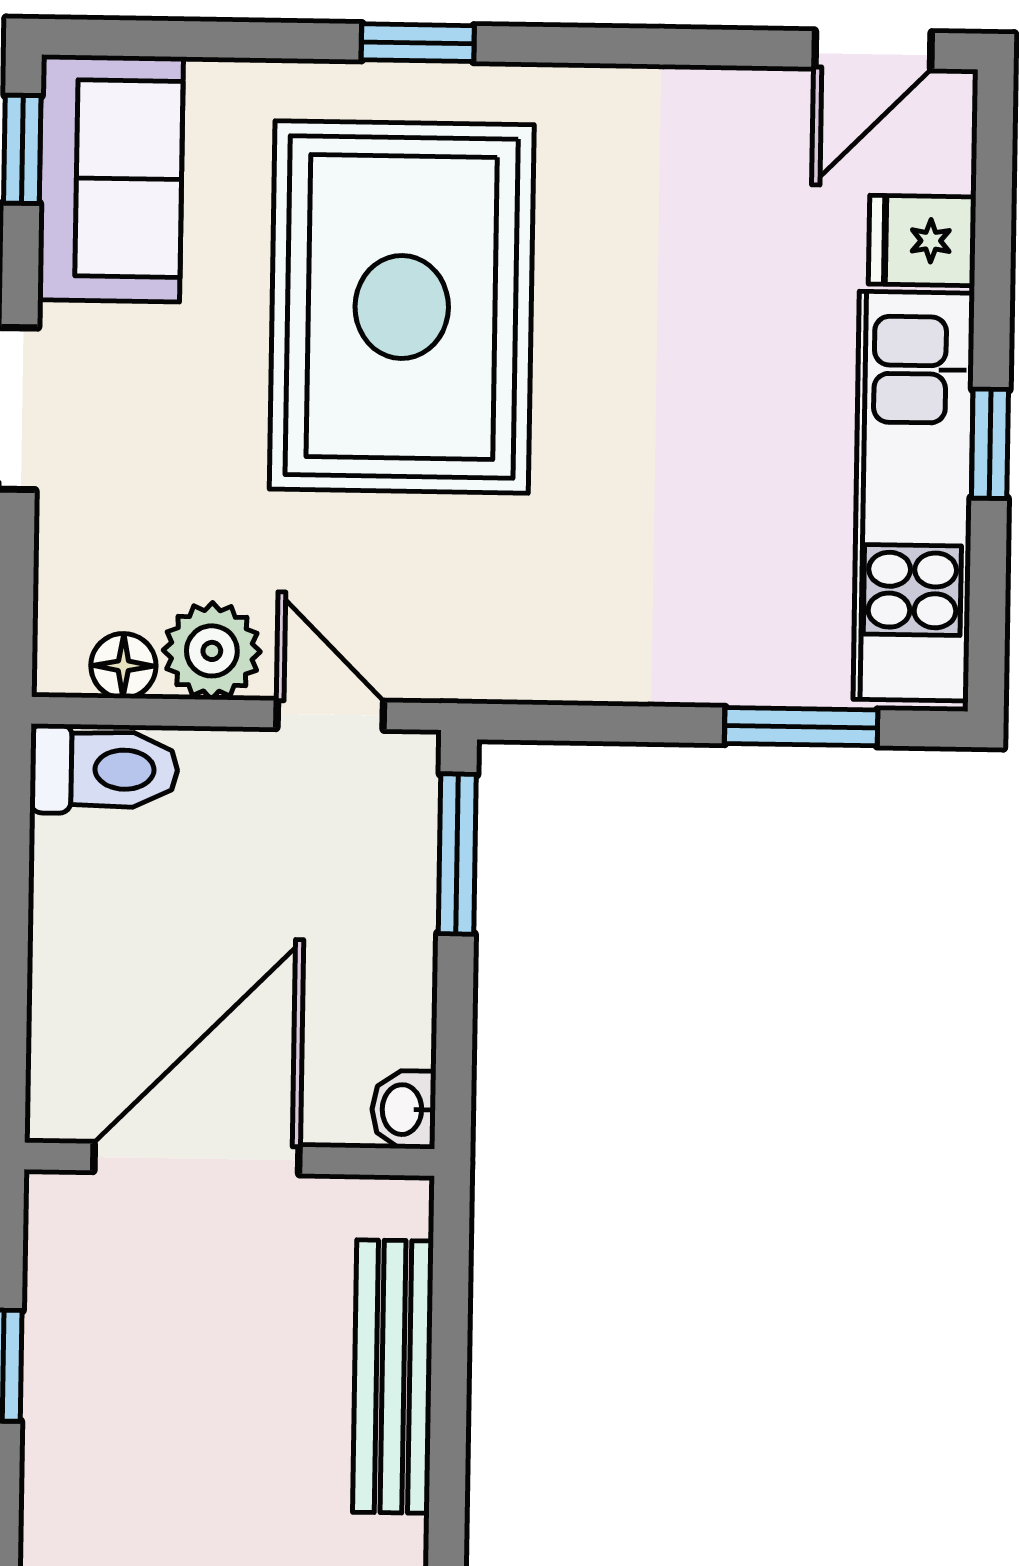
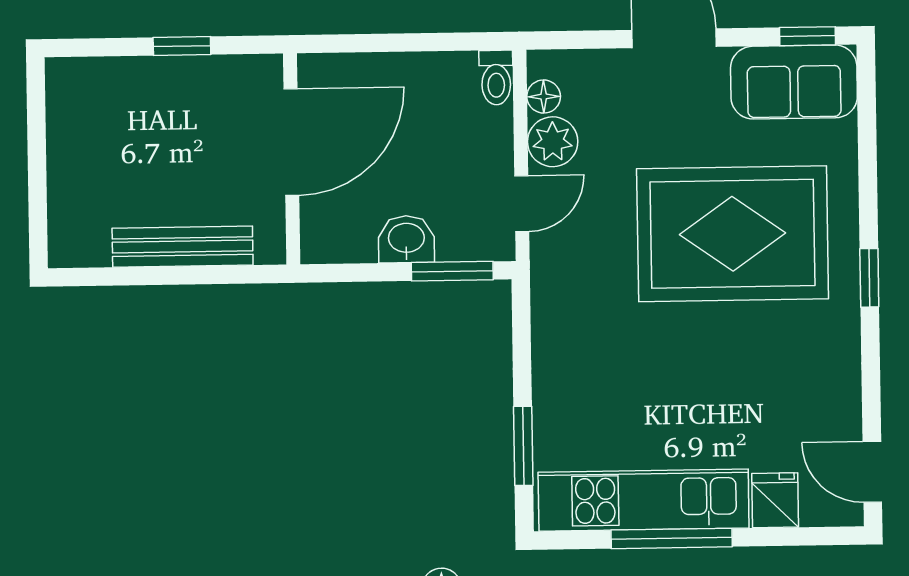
window: (418, 43) -> (869, 278), moved
window: (990, 444) -> (672, 538), width x2.17
toilet: (104, 769) -> (496, 78), width x0.73, depth x0.72
washbasin: (404, 1110) -> (406, 239), moved, width x1.38, depth x1.45
door: (196, 1159) -> (291, 142), hinge flipped

